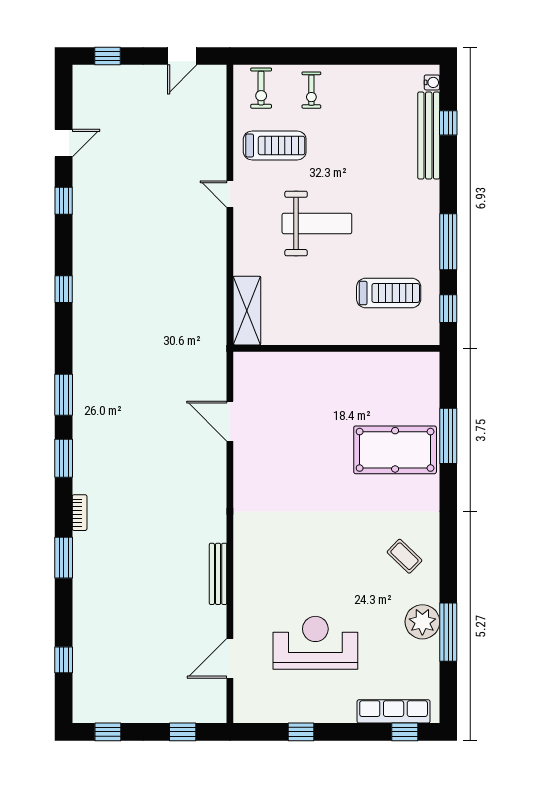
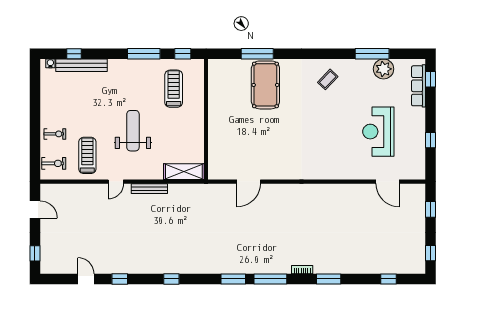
window: (64, 458) -> (270, 279), width x1.44
bench: (218, 574) -> (149, 189), moved
plant: (422, 622) -> (384, 69), moved

